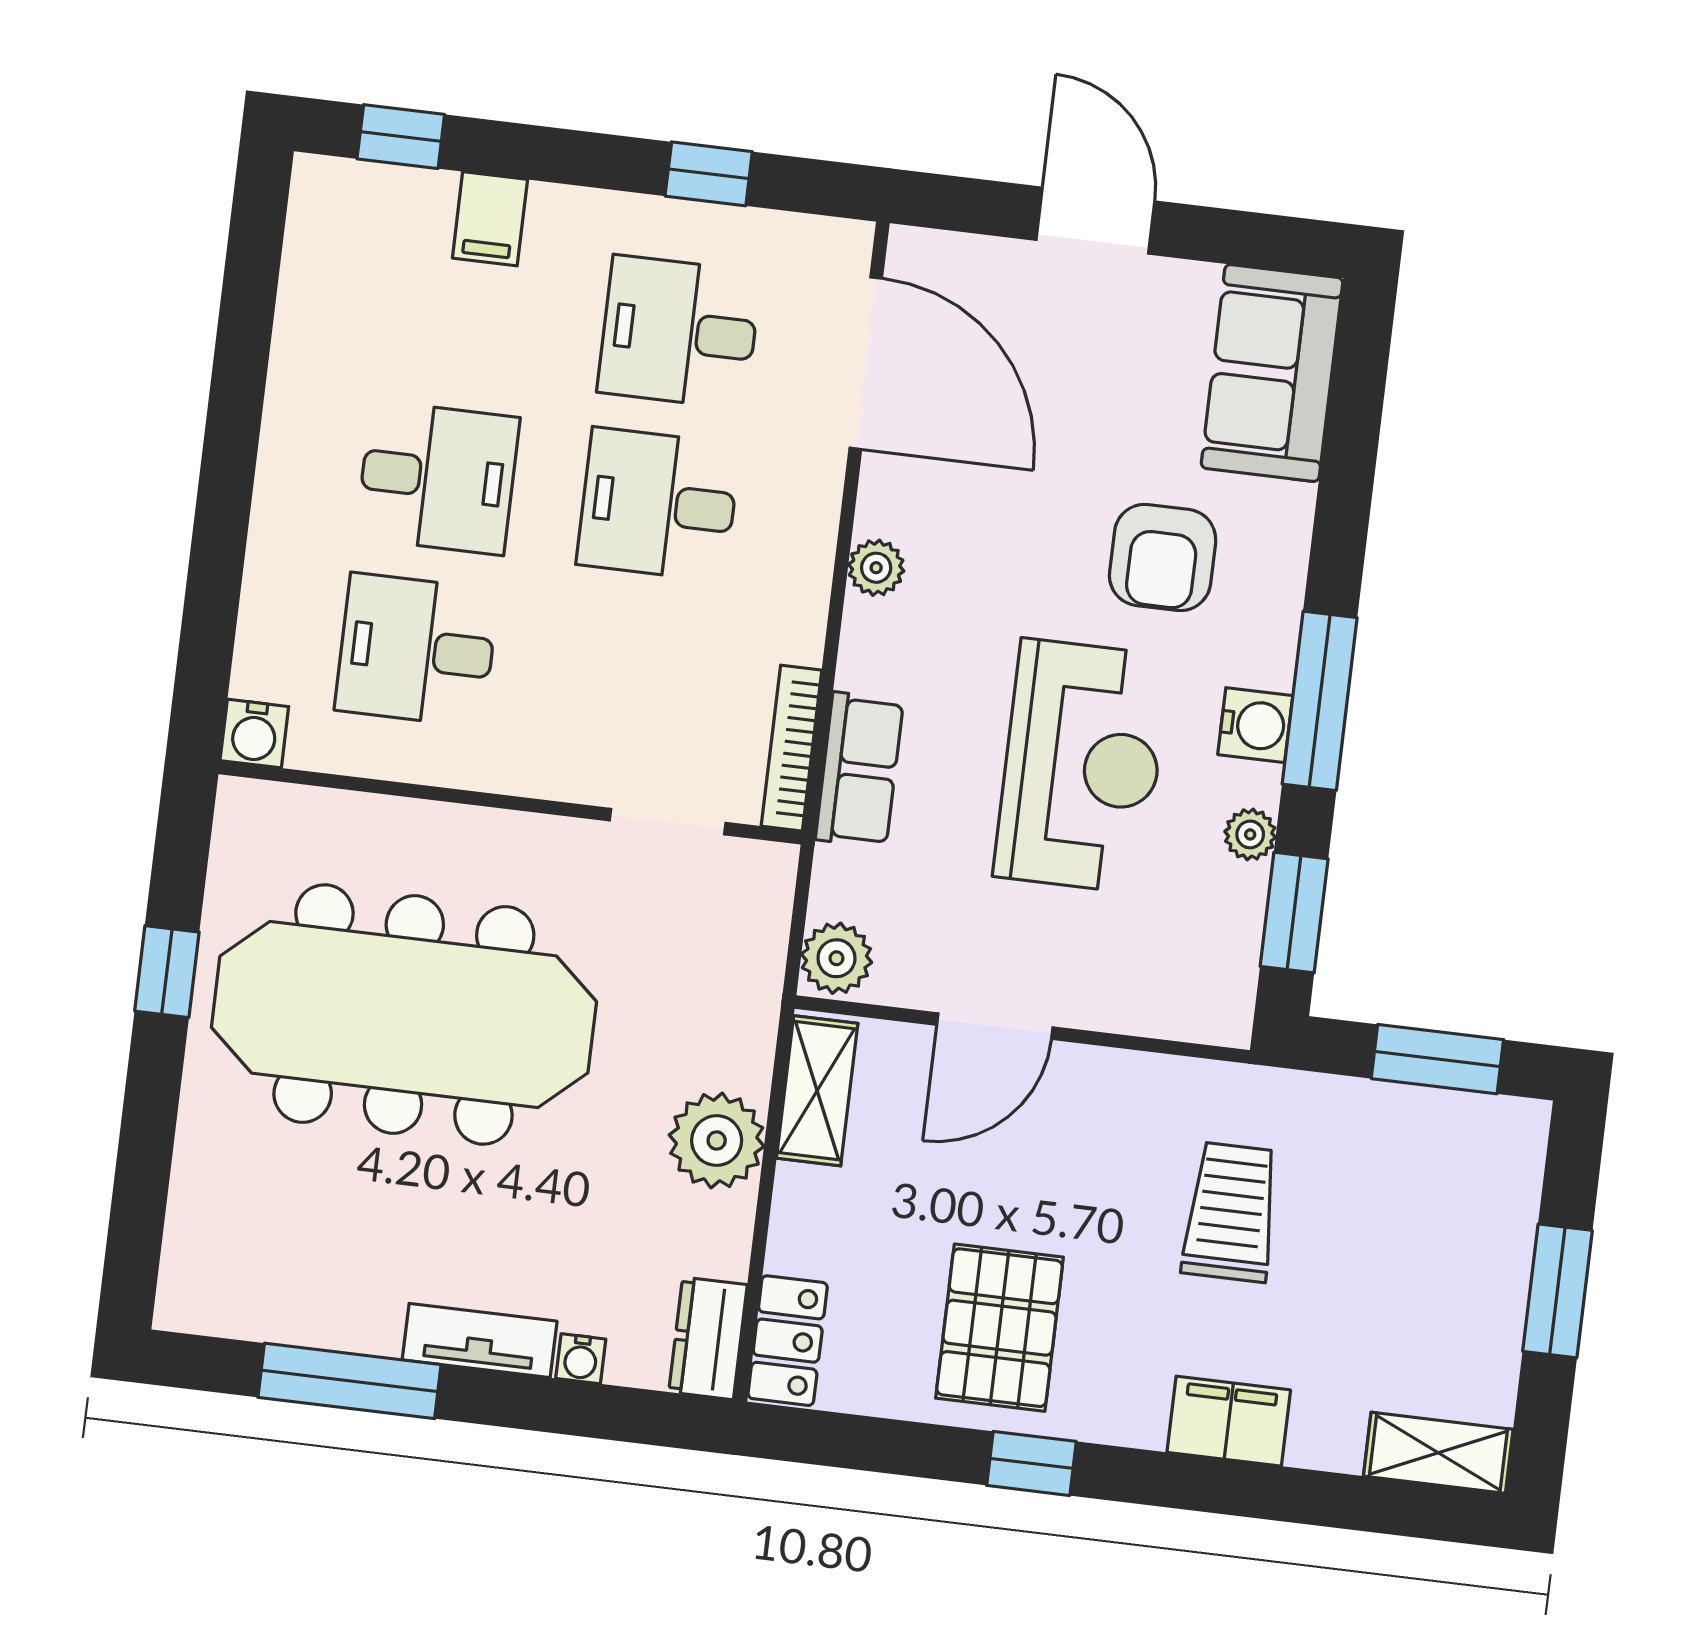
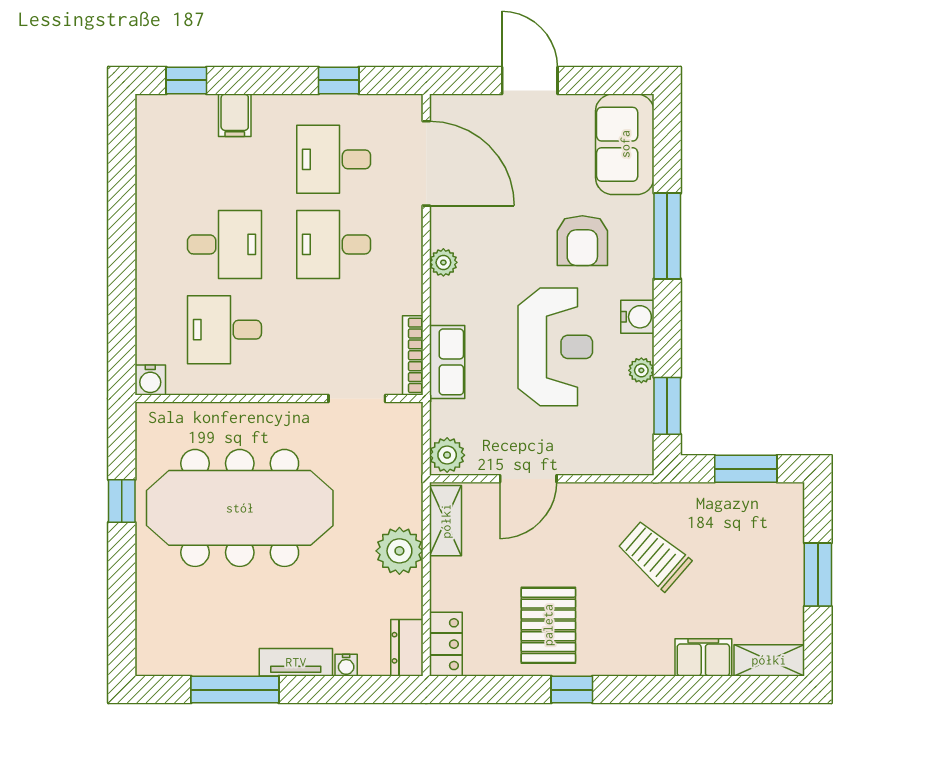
window: (1320, 701) -> (667, 236), moved
trolley: (1231, 1212) -> (654, 555), turned -49
filing cabinet: (1229, 1421) -> (703, 657), moved

